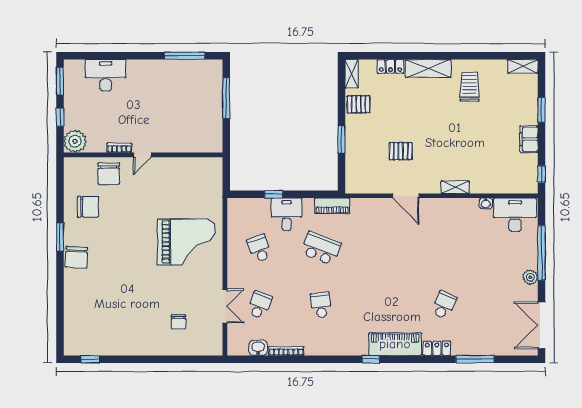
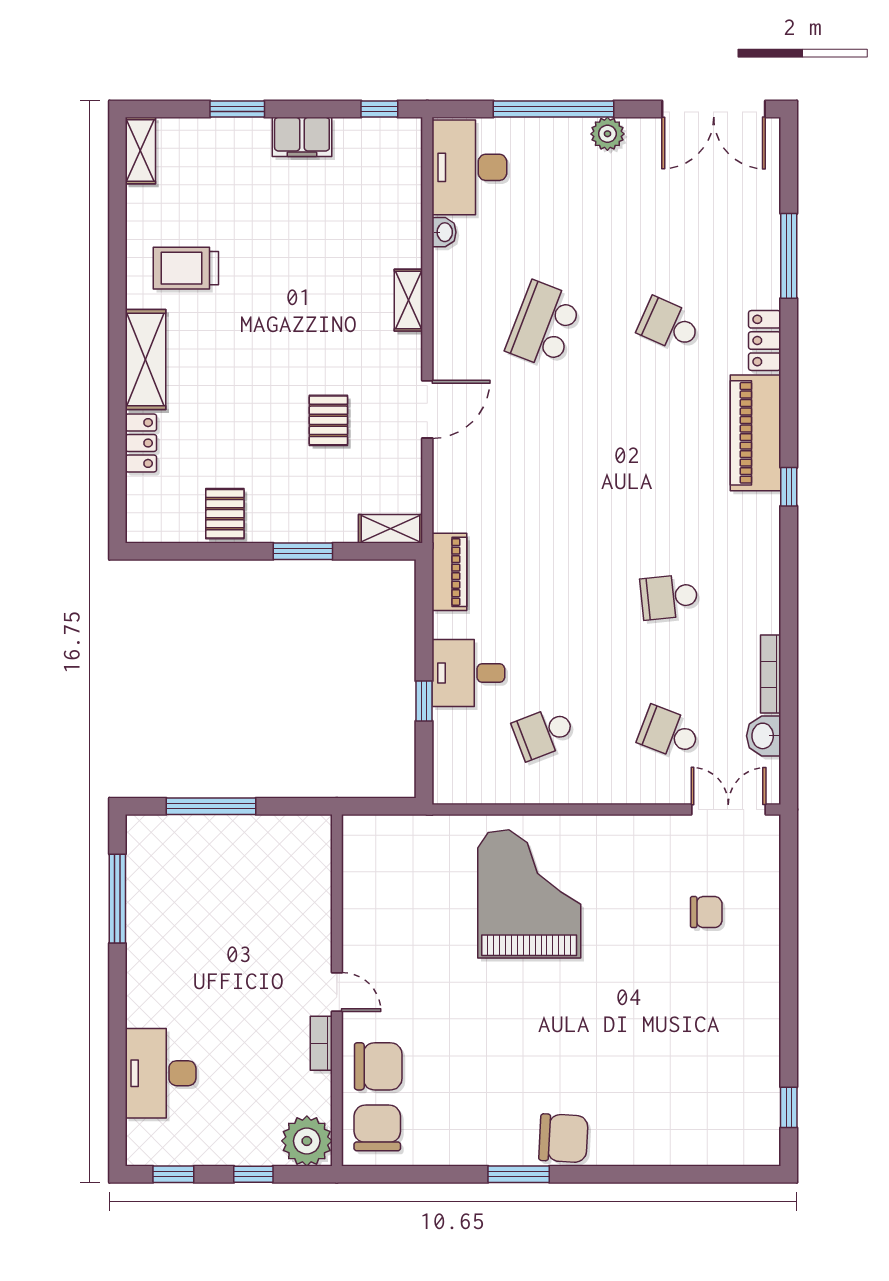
shelving: (352, 74) -> (390, 529), moved
window: (60, 81) -> (173, 1174), width x0.67
chair: (88, 207) -> (377, 1128), moved
school desk: (321, 248) -> (544, 325), moved
double door: (225, 306) -> (728, 810), moved

